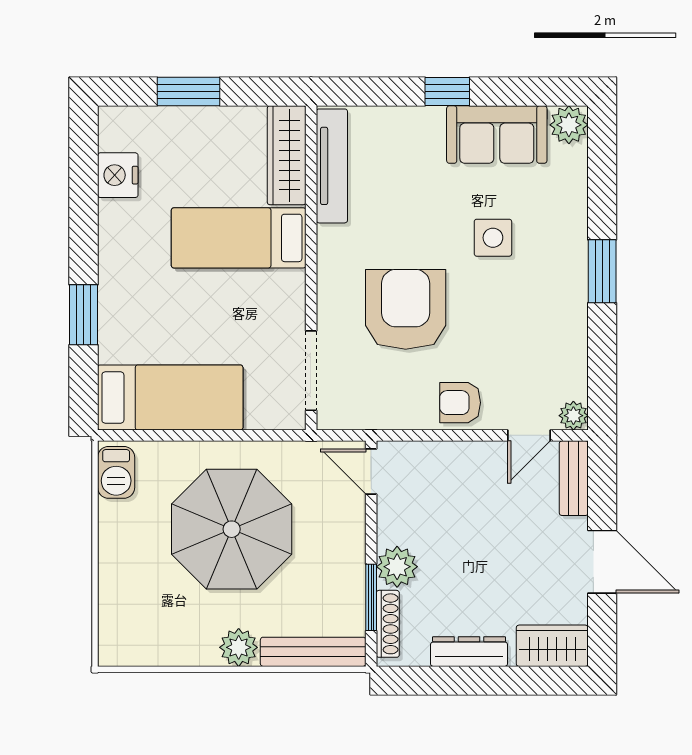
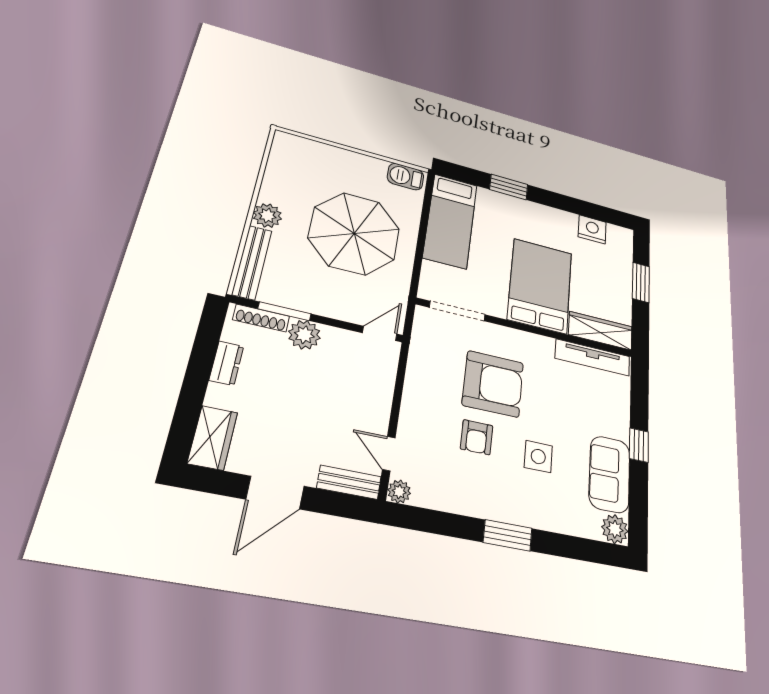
bed: (239, 238) -> (540, 286), width x1.50
armchair: (460, 403) -> (477, 437), moved, turned 180
dresser: (469, 652) -> (226, 363), width x0.70

